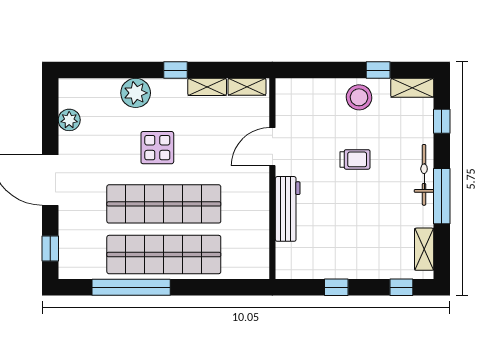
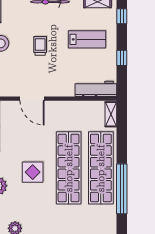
workbench: (288, 209) -> (96, 89), moved
lab bench: (365, 233) -> (87, 39), added
shelving: (248, 270) -> (111, 114), added

